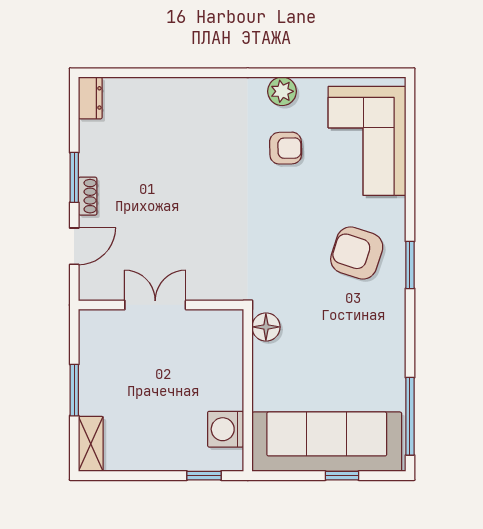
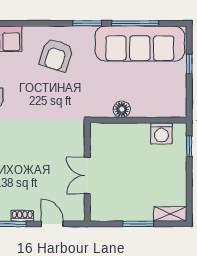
window: (410, 265) -> (87, 23), moved
floor lamp: (266, 327) -> (122, 109), moved
window: (410, 416) -> (135, 23), moved
sofa: (327, 442) -> (140, 44), moved, turned -90

